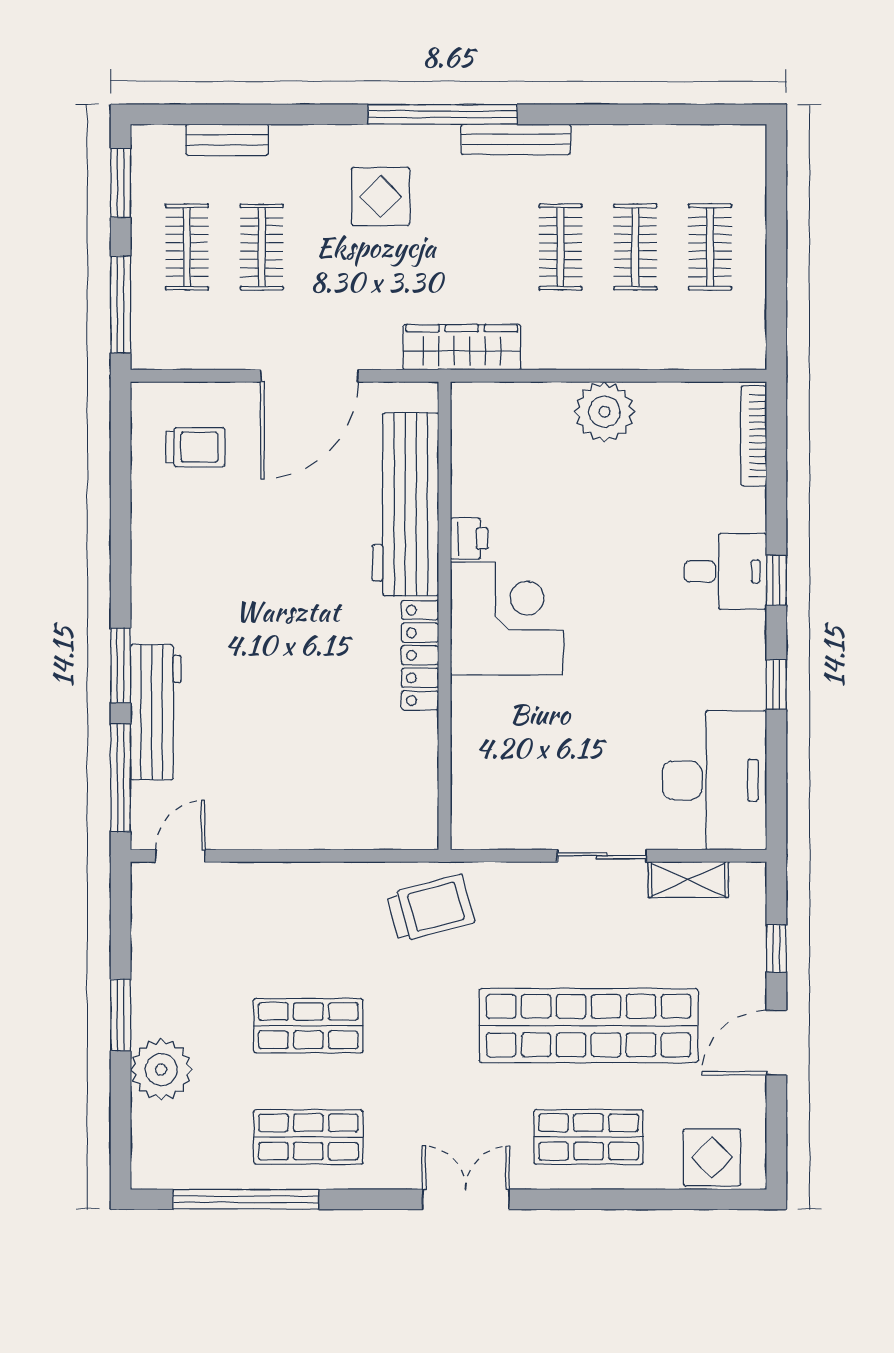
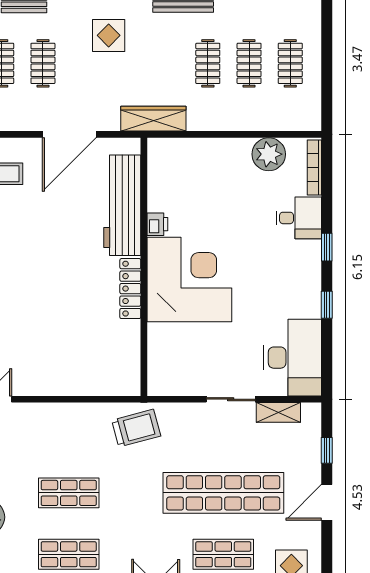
plant: (604, 412) -> (269, 154), moved
desk: (725, 571) -> (299, 218), moved
corner desk: (507, 619) -> (189, 280), width x1.36, depth x1.36

